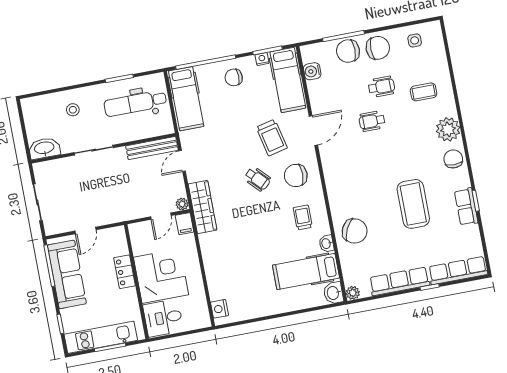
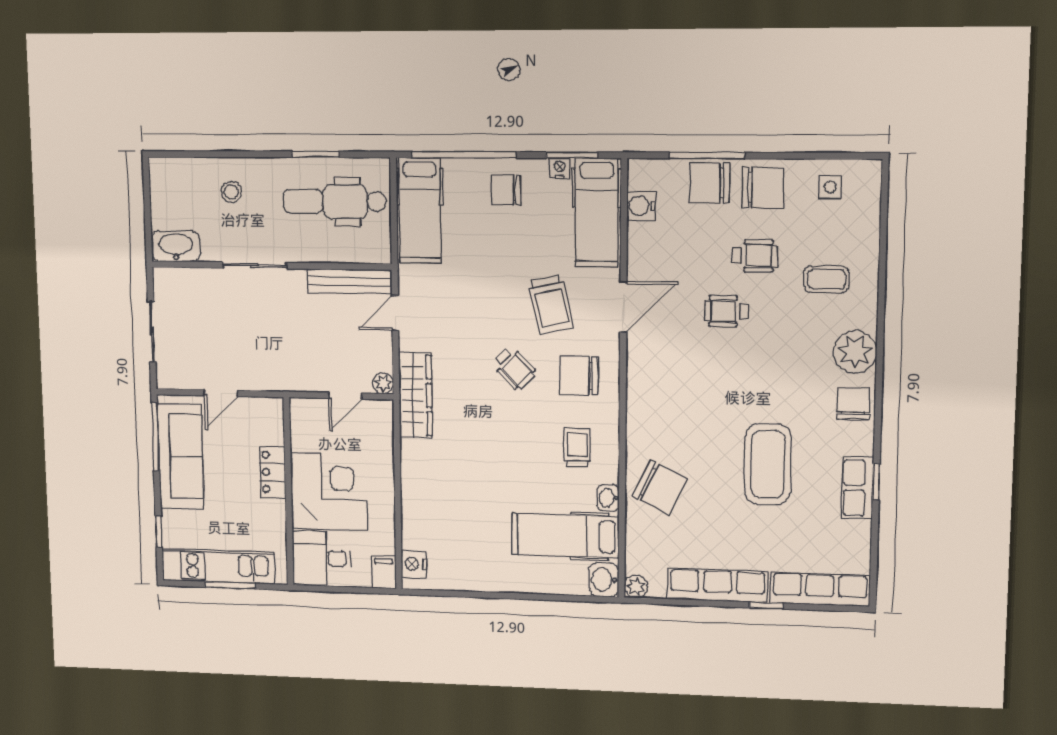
filing cabinet: (185, 224) -> (384, 572), moved, turned 180

